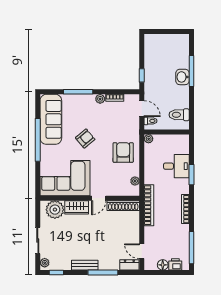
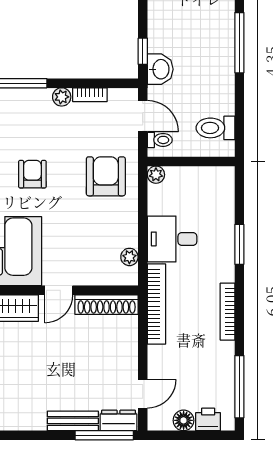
washbasin: (182, 77) -> (160, 69), moved, turned 180
armchair: (85, 138) -> (32, 174), turned -50
armchair: (123, 152) -> (106, 176), moved
desk: (176, 166) -> (172, 239), moved, turned 180
door: (142, 251) -> (143, 394), swing flipped
bench: (85, 265) -> (73, 421), moved
window: (103, 273) -> (104, 435), moved

